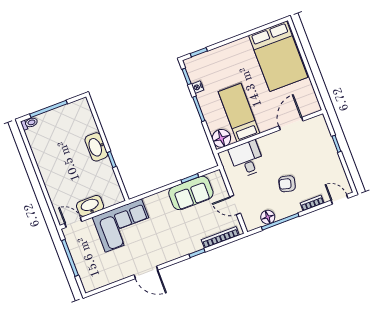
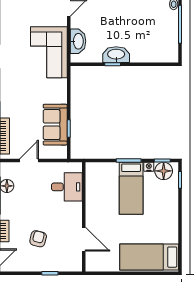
bed: (278, 56) -> (149, 257), width x0.67
bed: (239, 113) -> (131, 188), moved, turned 90
floor lamp: (221, 138) -> (164, 171), moved
washbasin: (96, 147) -> (116, 55), moved
armchair: (287, 184) -> (38, 239), moved
washbasin: (90, 206) -> (78, 41), moved

